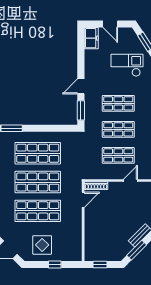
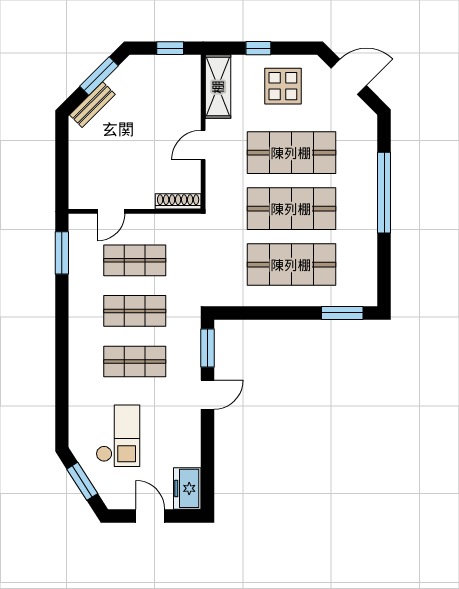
checkout: (127, 65) -> (118, 436), turned -90
door: (83, 200) -> (203, 145), moved
shelving: (75, 245) -> (218, 87), added

